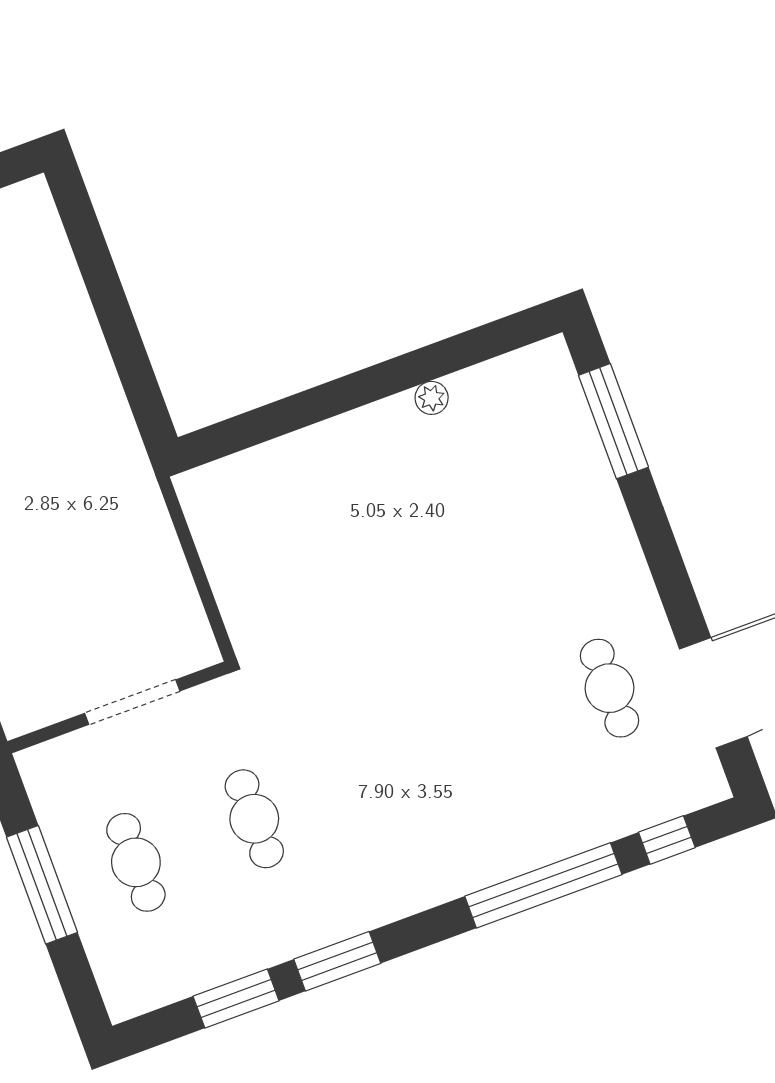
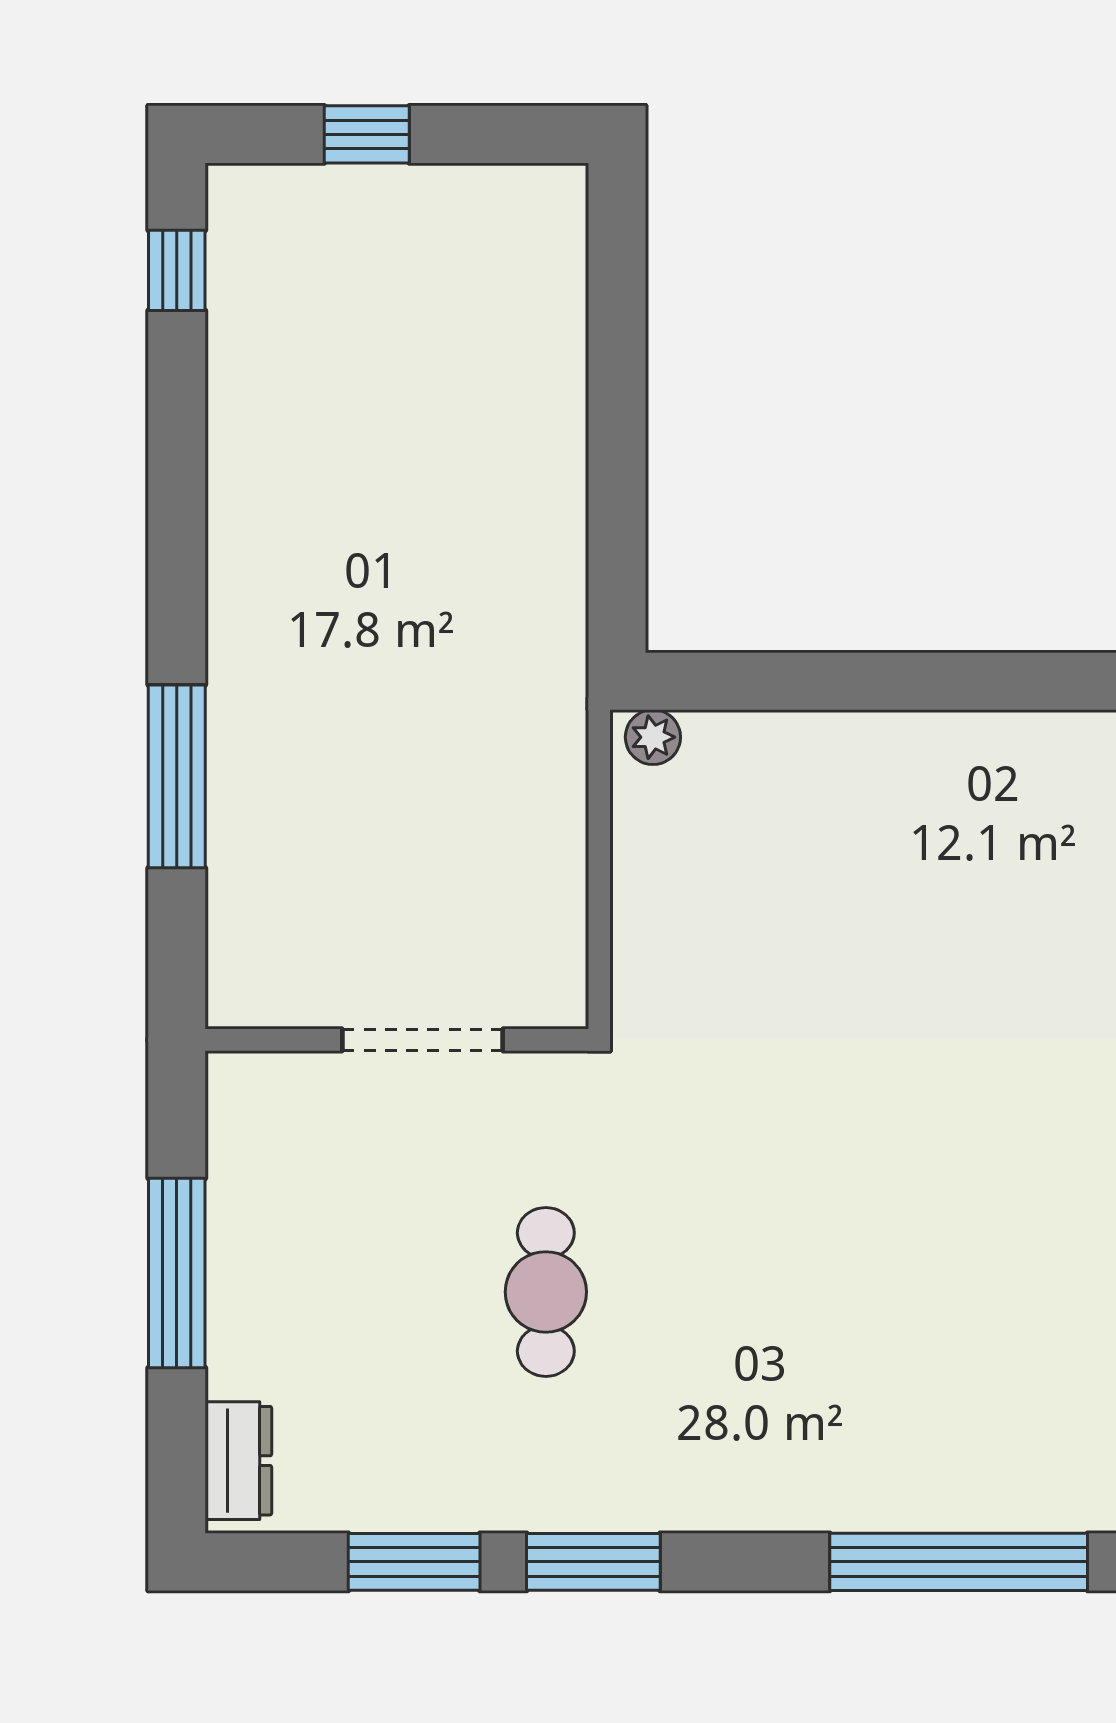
plant: (432, 398) -> (653, 737), moved
cafe table: (136, 862) -> (336, 1292), removed
dresser: (116, 978) -> (238, 1461), added

